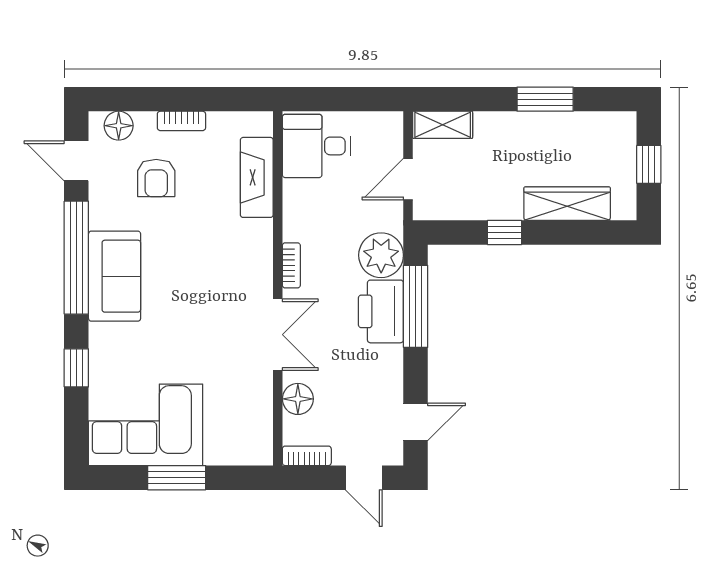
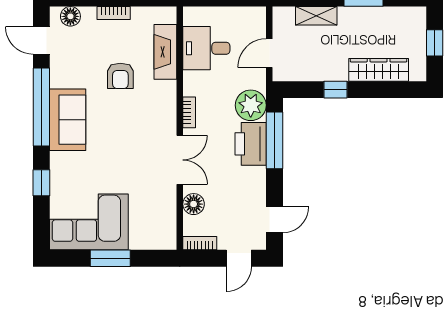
shelving: (443, 125) -> (316, 16), moved
desk: (316, 146) -> (206, 48), moved
armchair: (156, 178) -> (120, 76), moved
door: (364, 478) -> (239, 258), hinge flipped

